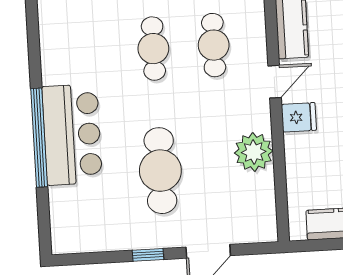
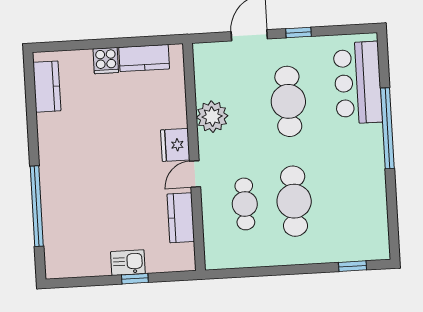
cafe table: (153, 49) -> (294, 201), width x1.37, depth x1.35
fridge: (299, 117) -> (175, 145), width x1.38
bar counter: (72, 135) -> (358, 83), moved

